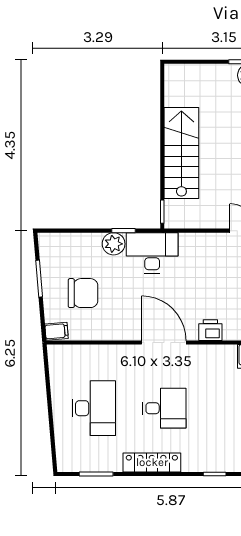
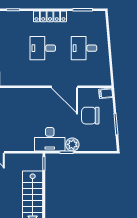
printer: (210, 330) -> (16, 94), removed
door: (164, 342) -> (64, 87), moved
desk: (94, 408) -> (84, 48), width x0.73

